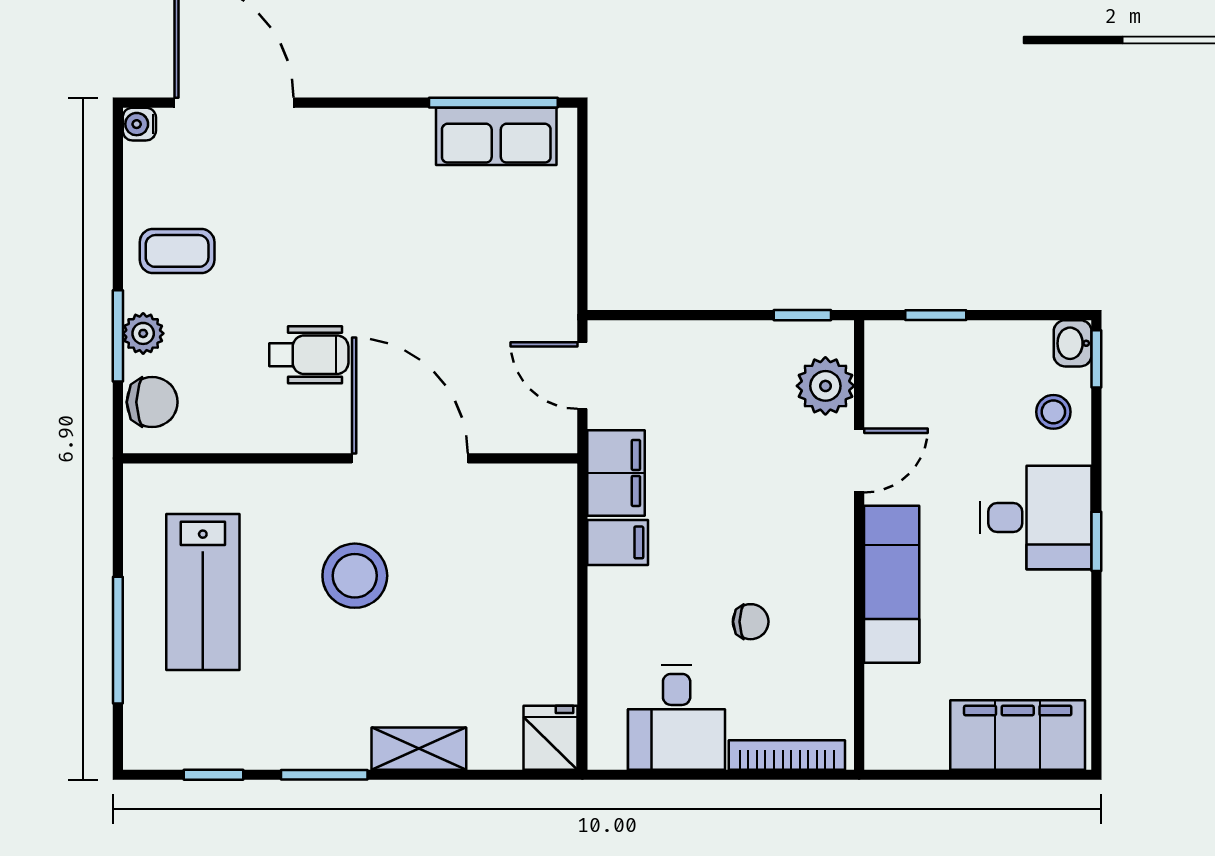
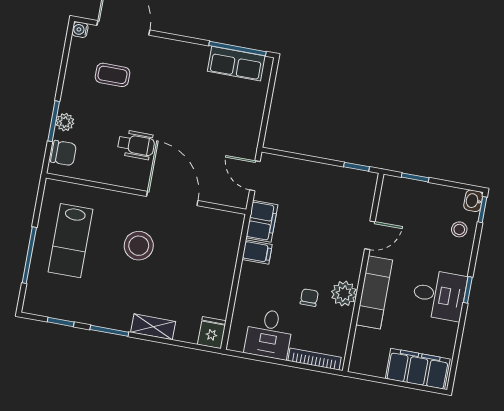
coffee table: (177, 251) -> (113, 75), moved
plant: (825, 386) -> (344, 294), moved
desk: (1035, 517) -> (439, 295), moved
chair: (751, 622) -> (309, 298), turned -90

